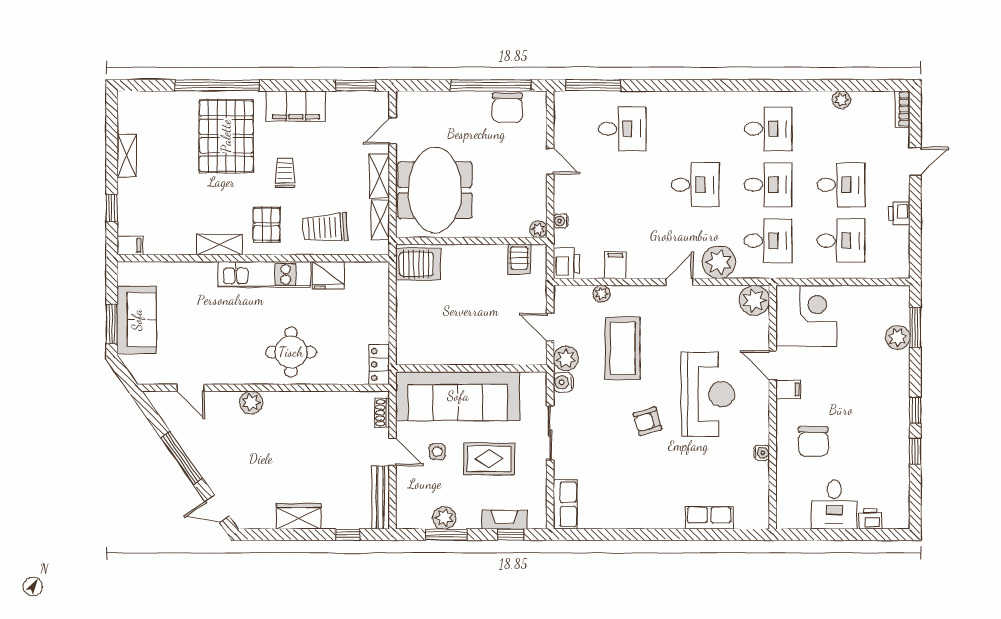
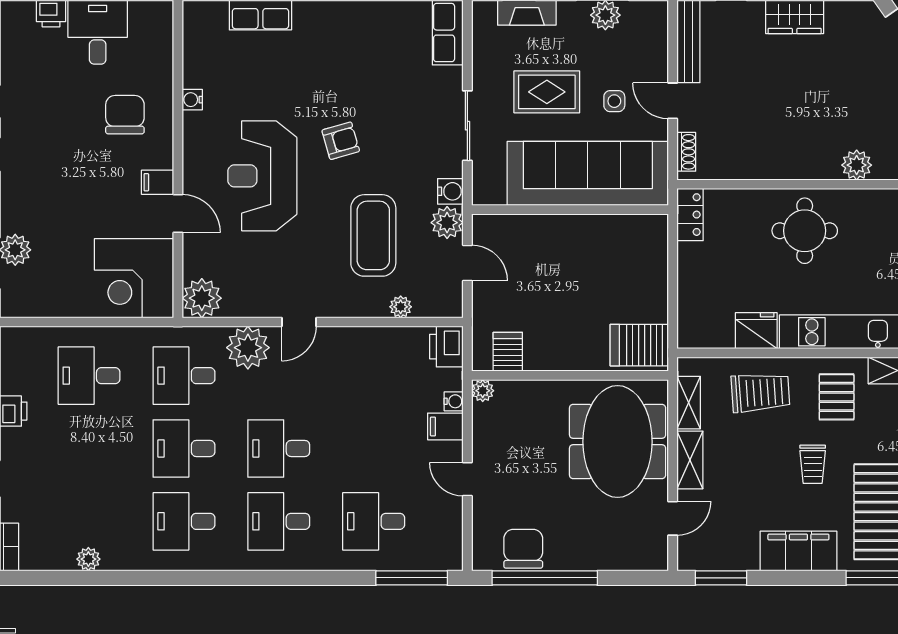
desk: (841, 185) -> (279, 521), moved
filing cabinet: (615, 265) -> (445, 426), moved, turned 90

